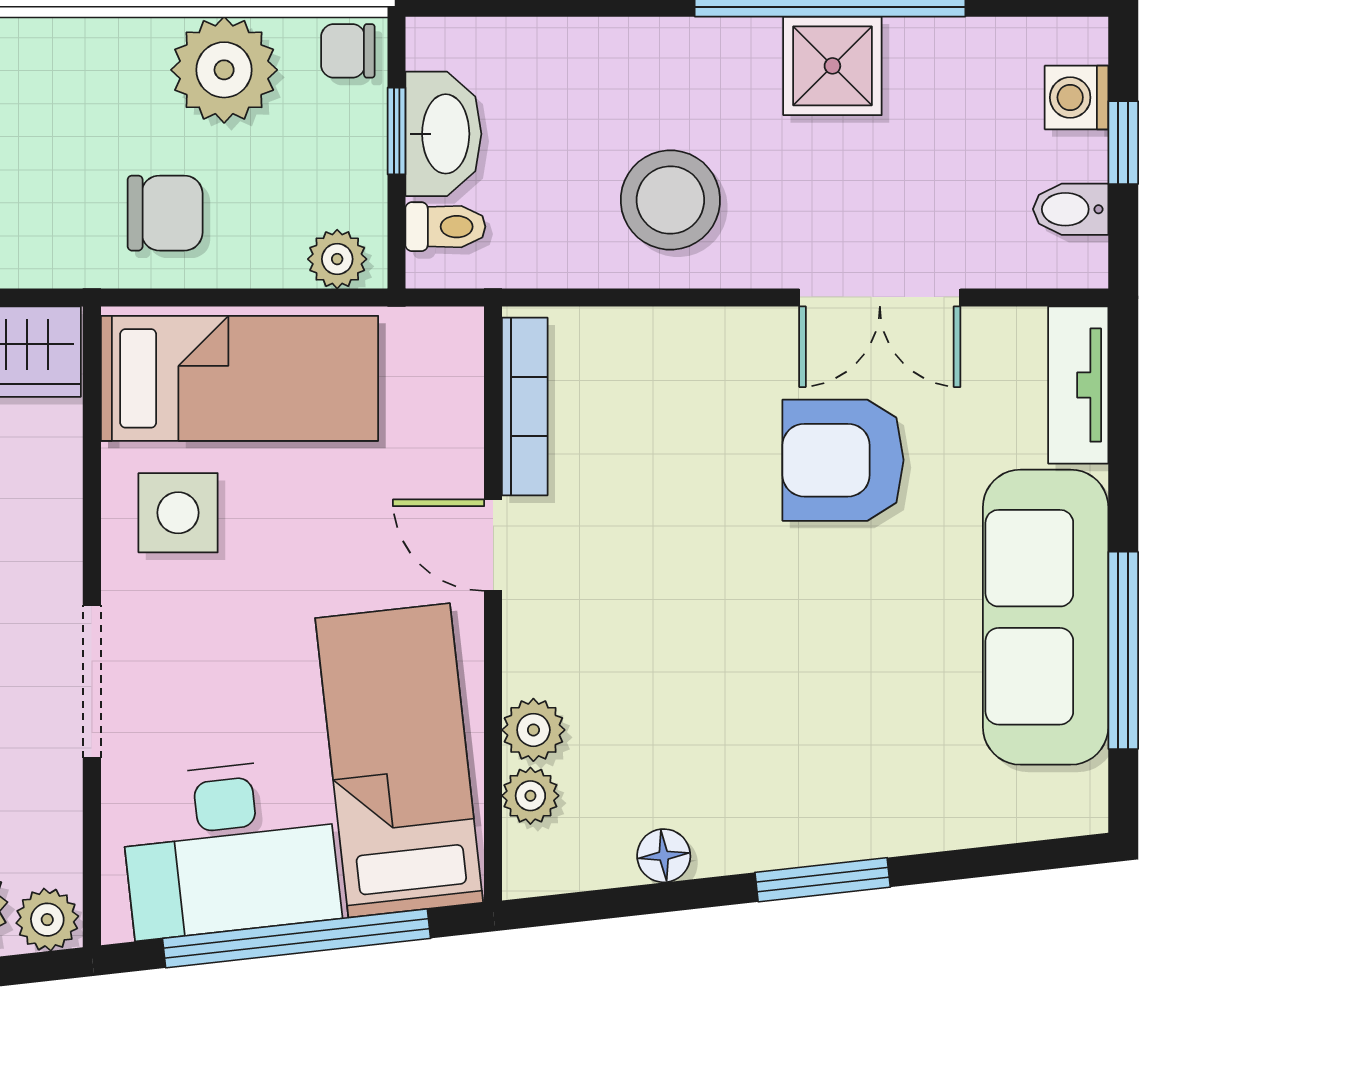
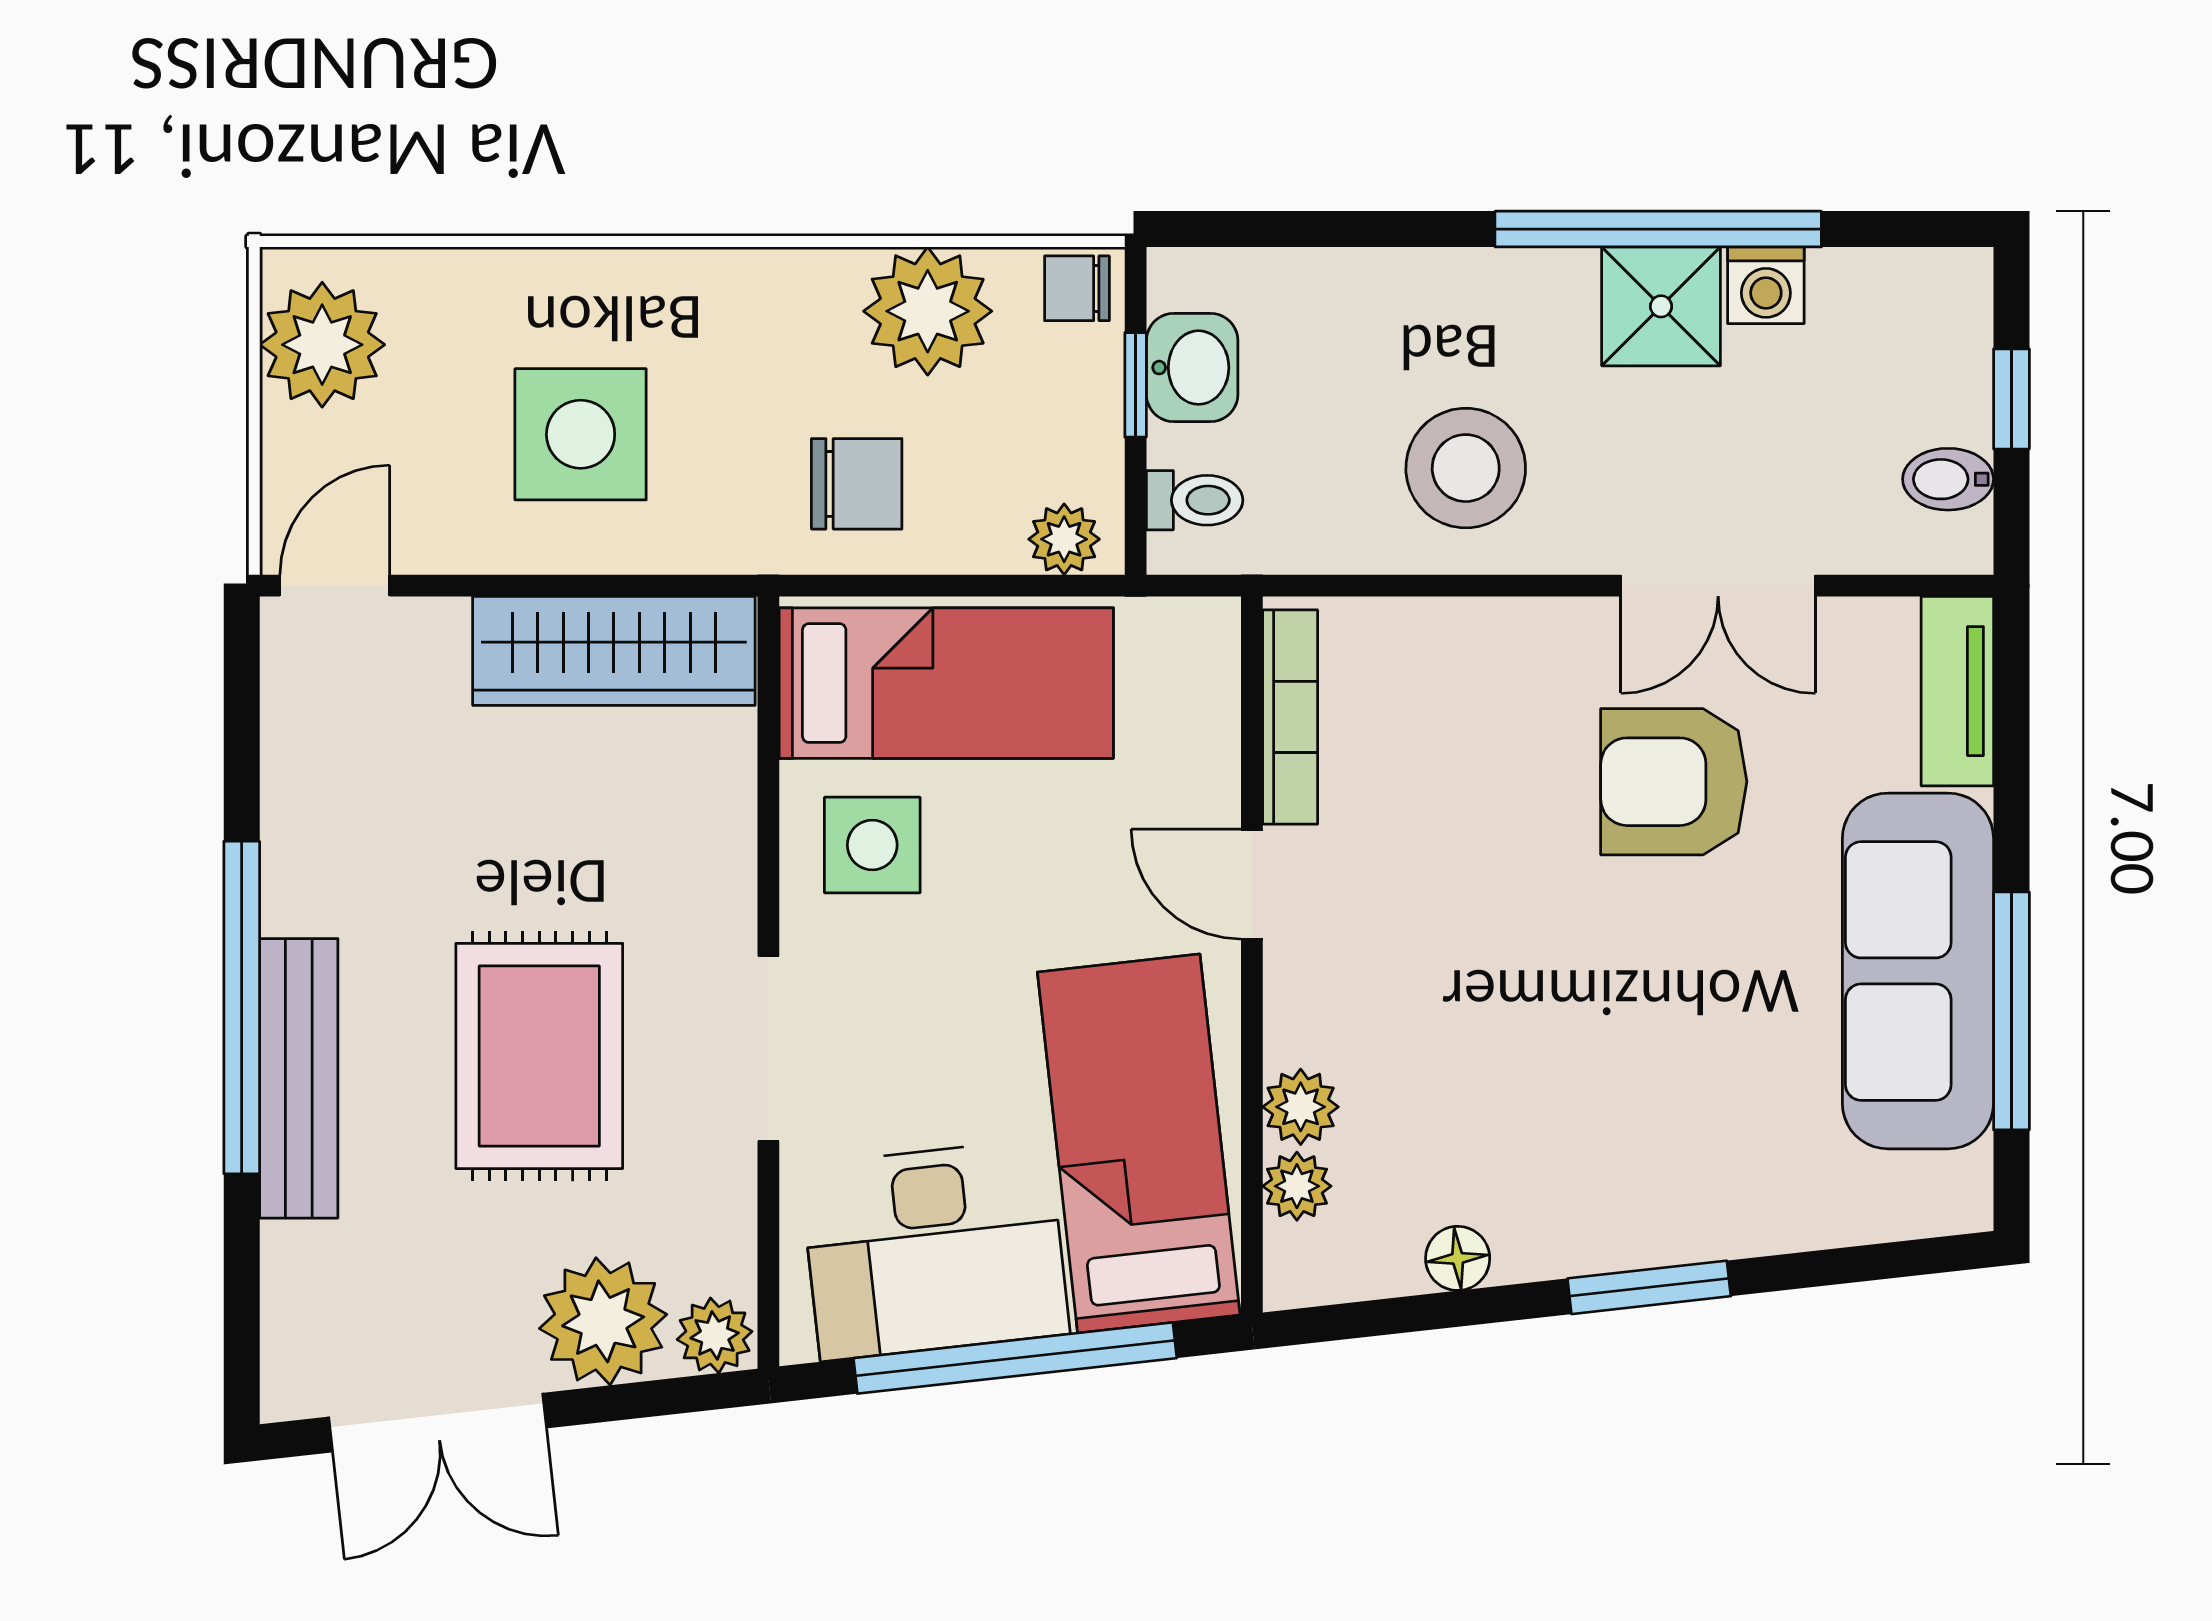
washing machine: (1077, 97) -> (1766, 285), moved, turned -90
washbasin: (443, 134) -> (1192, 368), width x0.72

